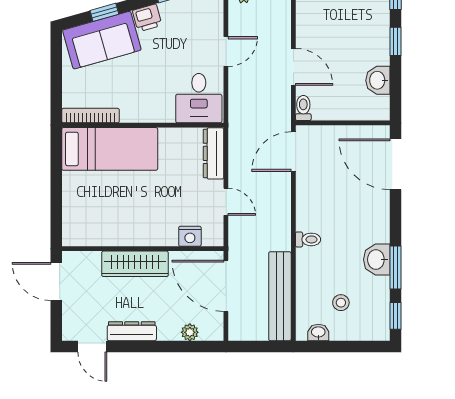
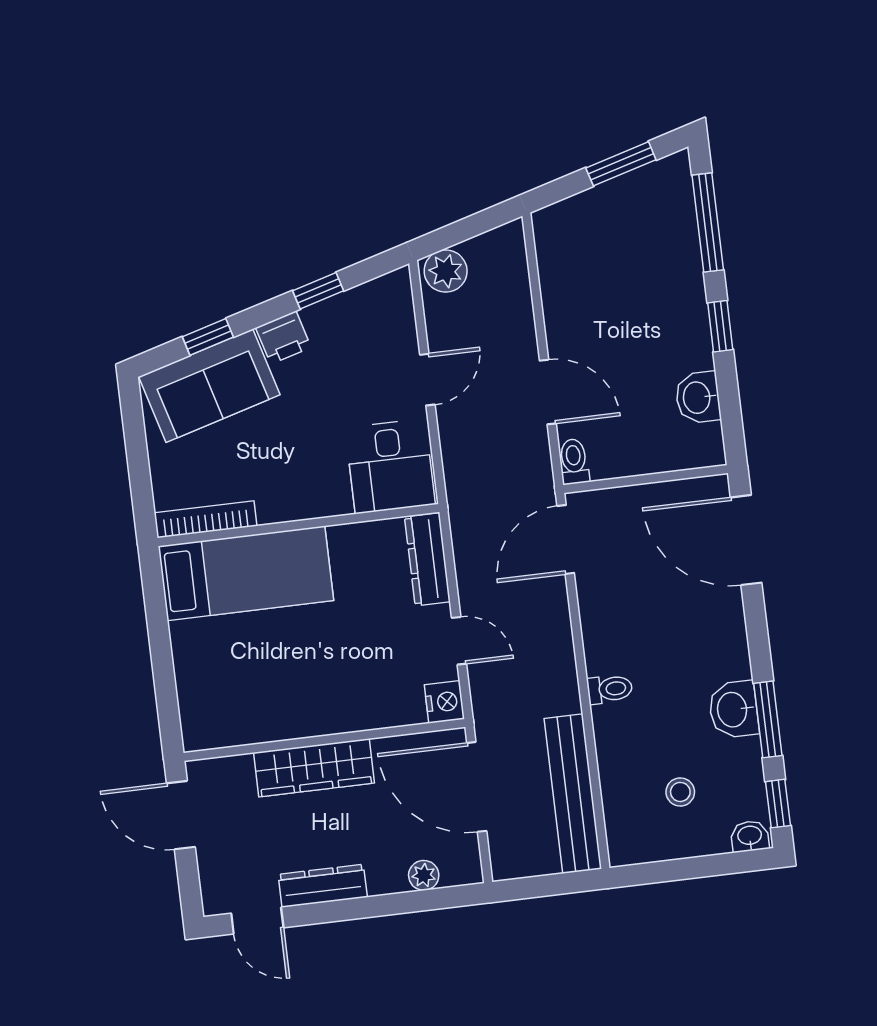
nightstand: (190, 236) -> (444, 702), moved, turned -90
washbasin: (318, 332) -> (750, 836), moved

